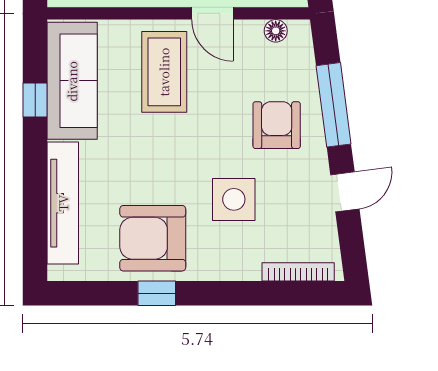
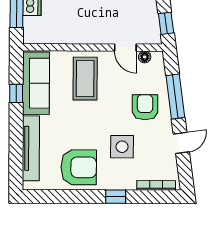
door: (212, 13) -> (125, 48), moved
armchair: (153, 238) -> (79, 167), turned 180
window: (157, 293) -> (116, 197), moved

